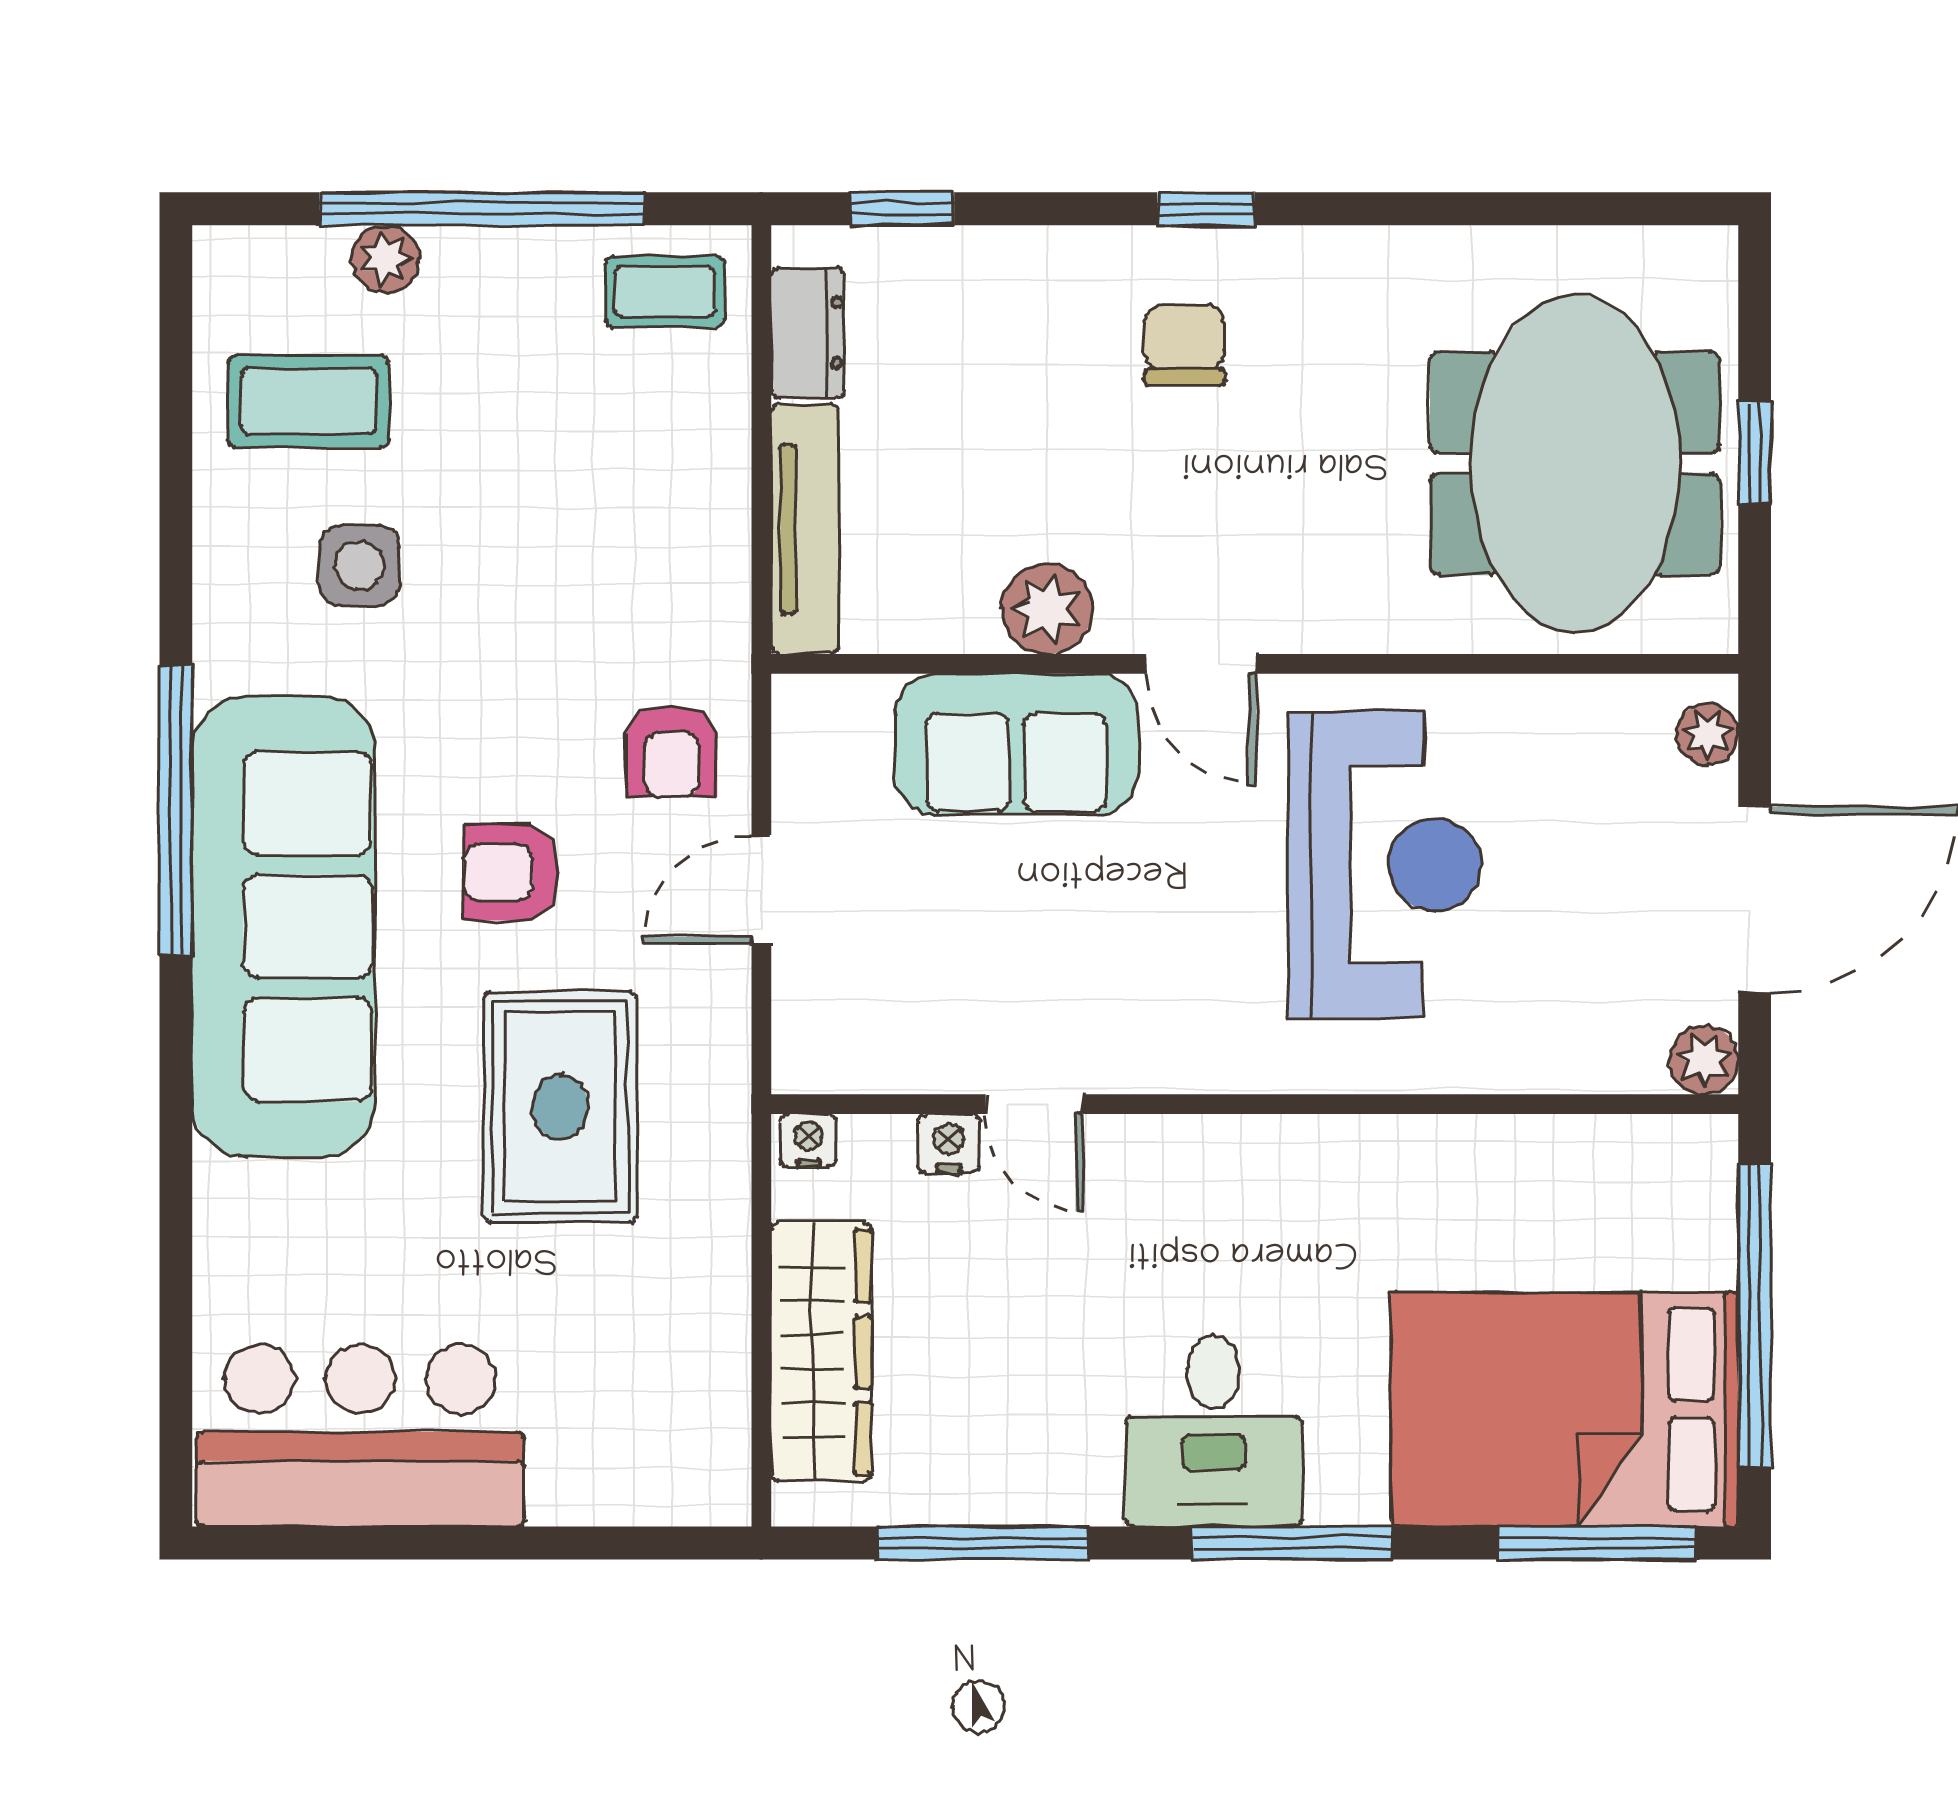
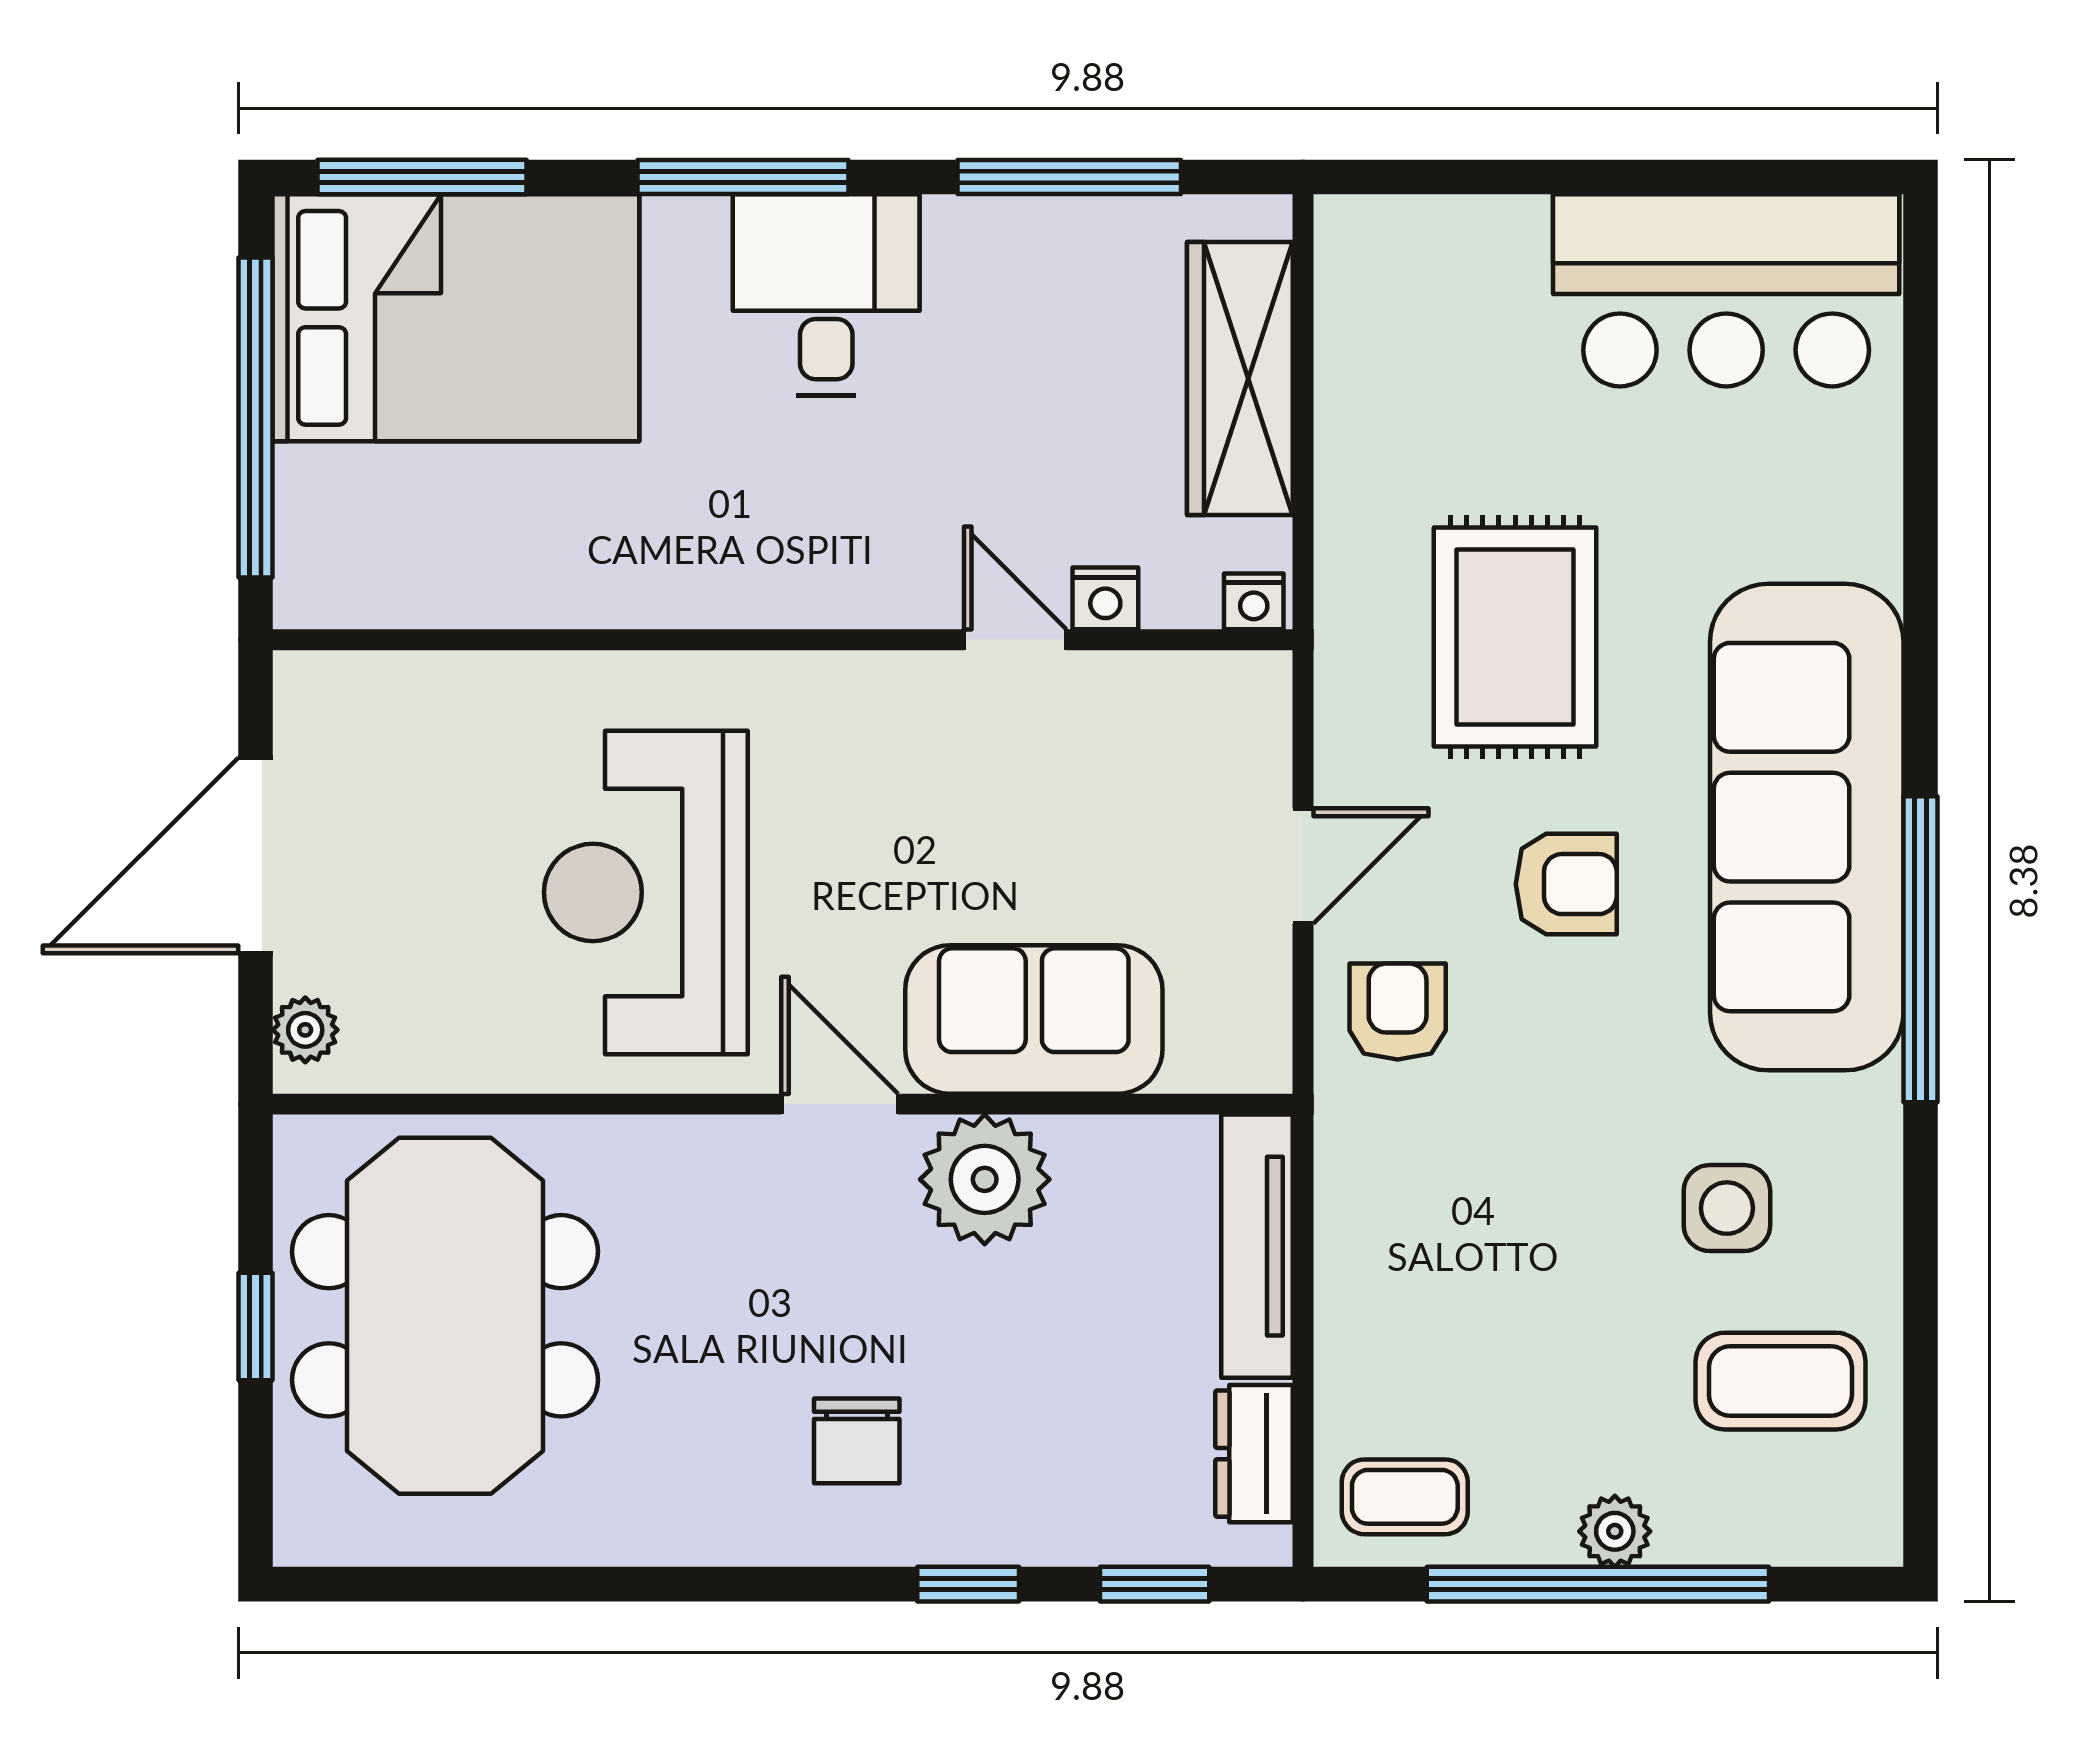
window: (1206, 209) -> (968, 1584), moved
plant: (386, 259) -> (1615, 1531), moved
plant: (1047, 609) -> (985, 1179), width x1.36, depth x1.36
plant: (1704, 1060) -> (309, 686), removed

